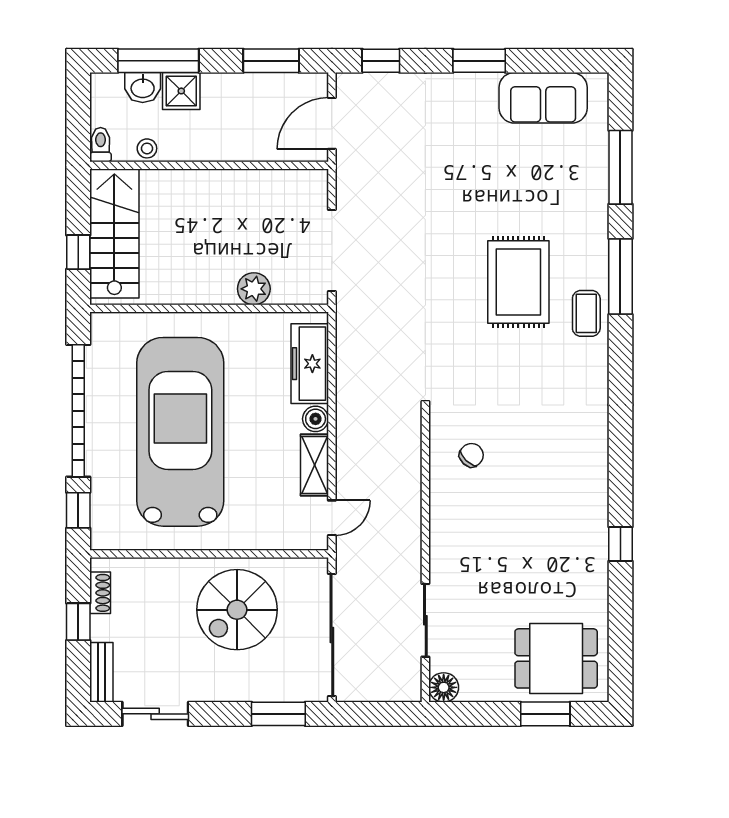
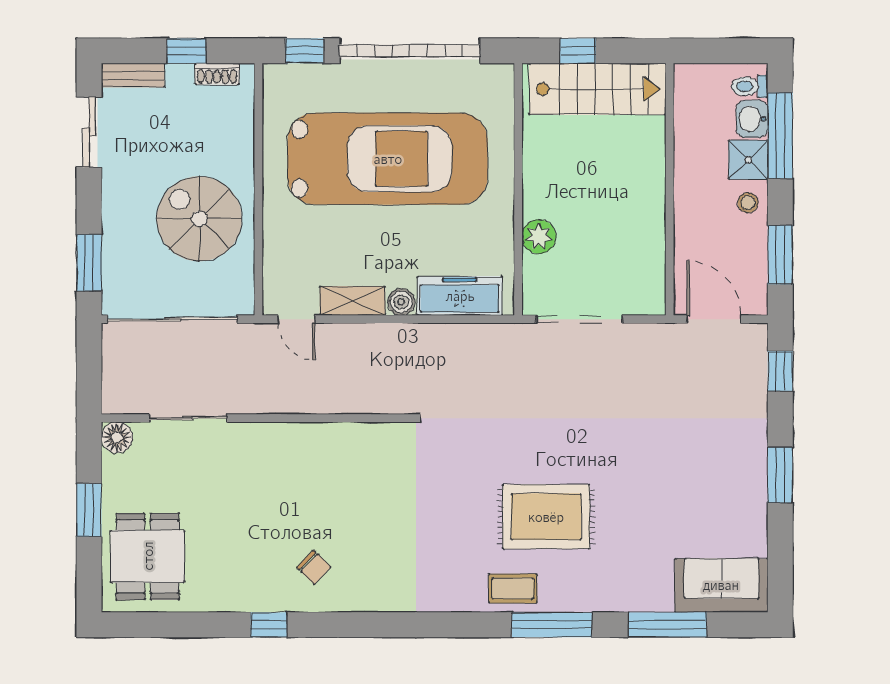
sofa: (543, 98) -> (721, 585), moved, turned 90
toilet: (101, 145) -> (750, 86), moved, turned 180
stool: (147, 148) -> (748, 203), moved
chair: (471, 455) -> (314, 567), moved
window: (545, 714) -> (89, 510), moved

